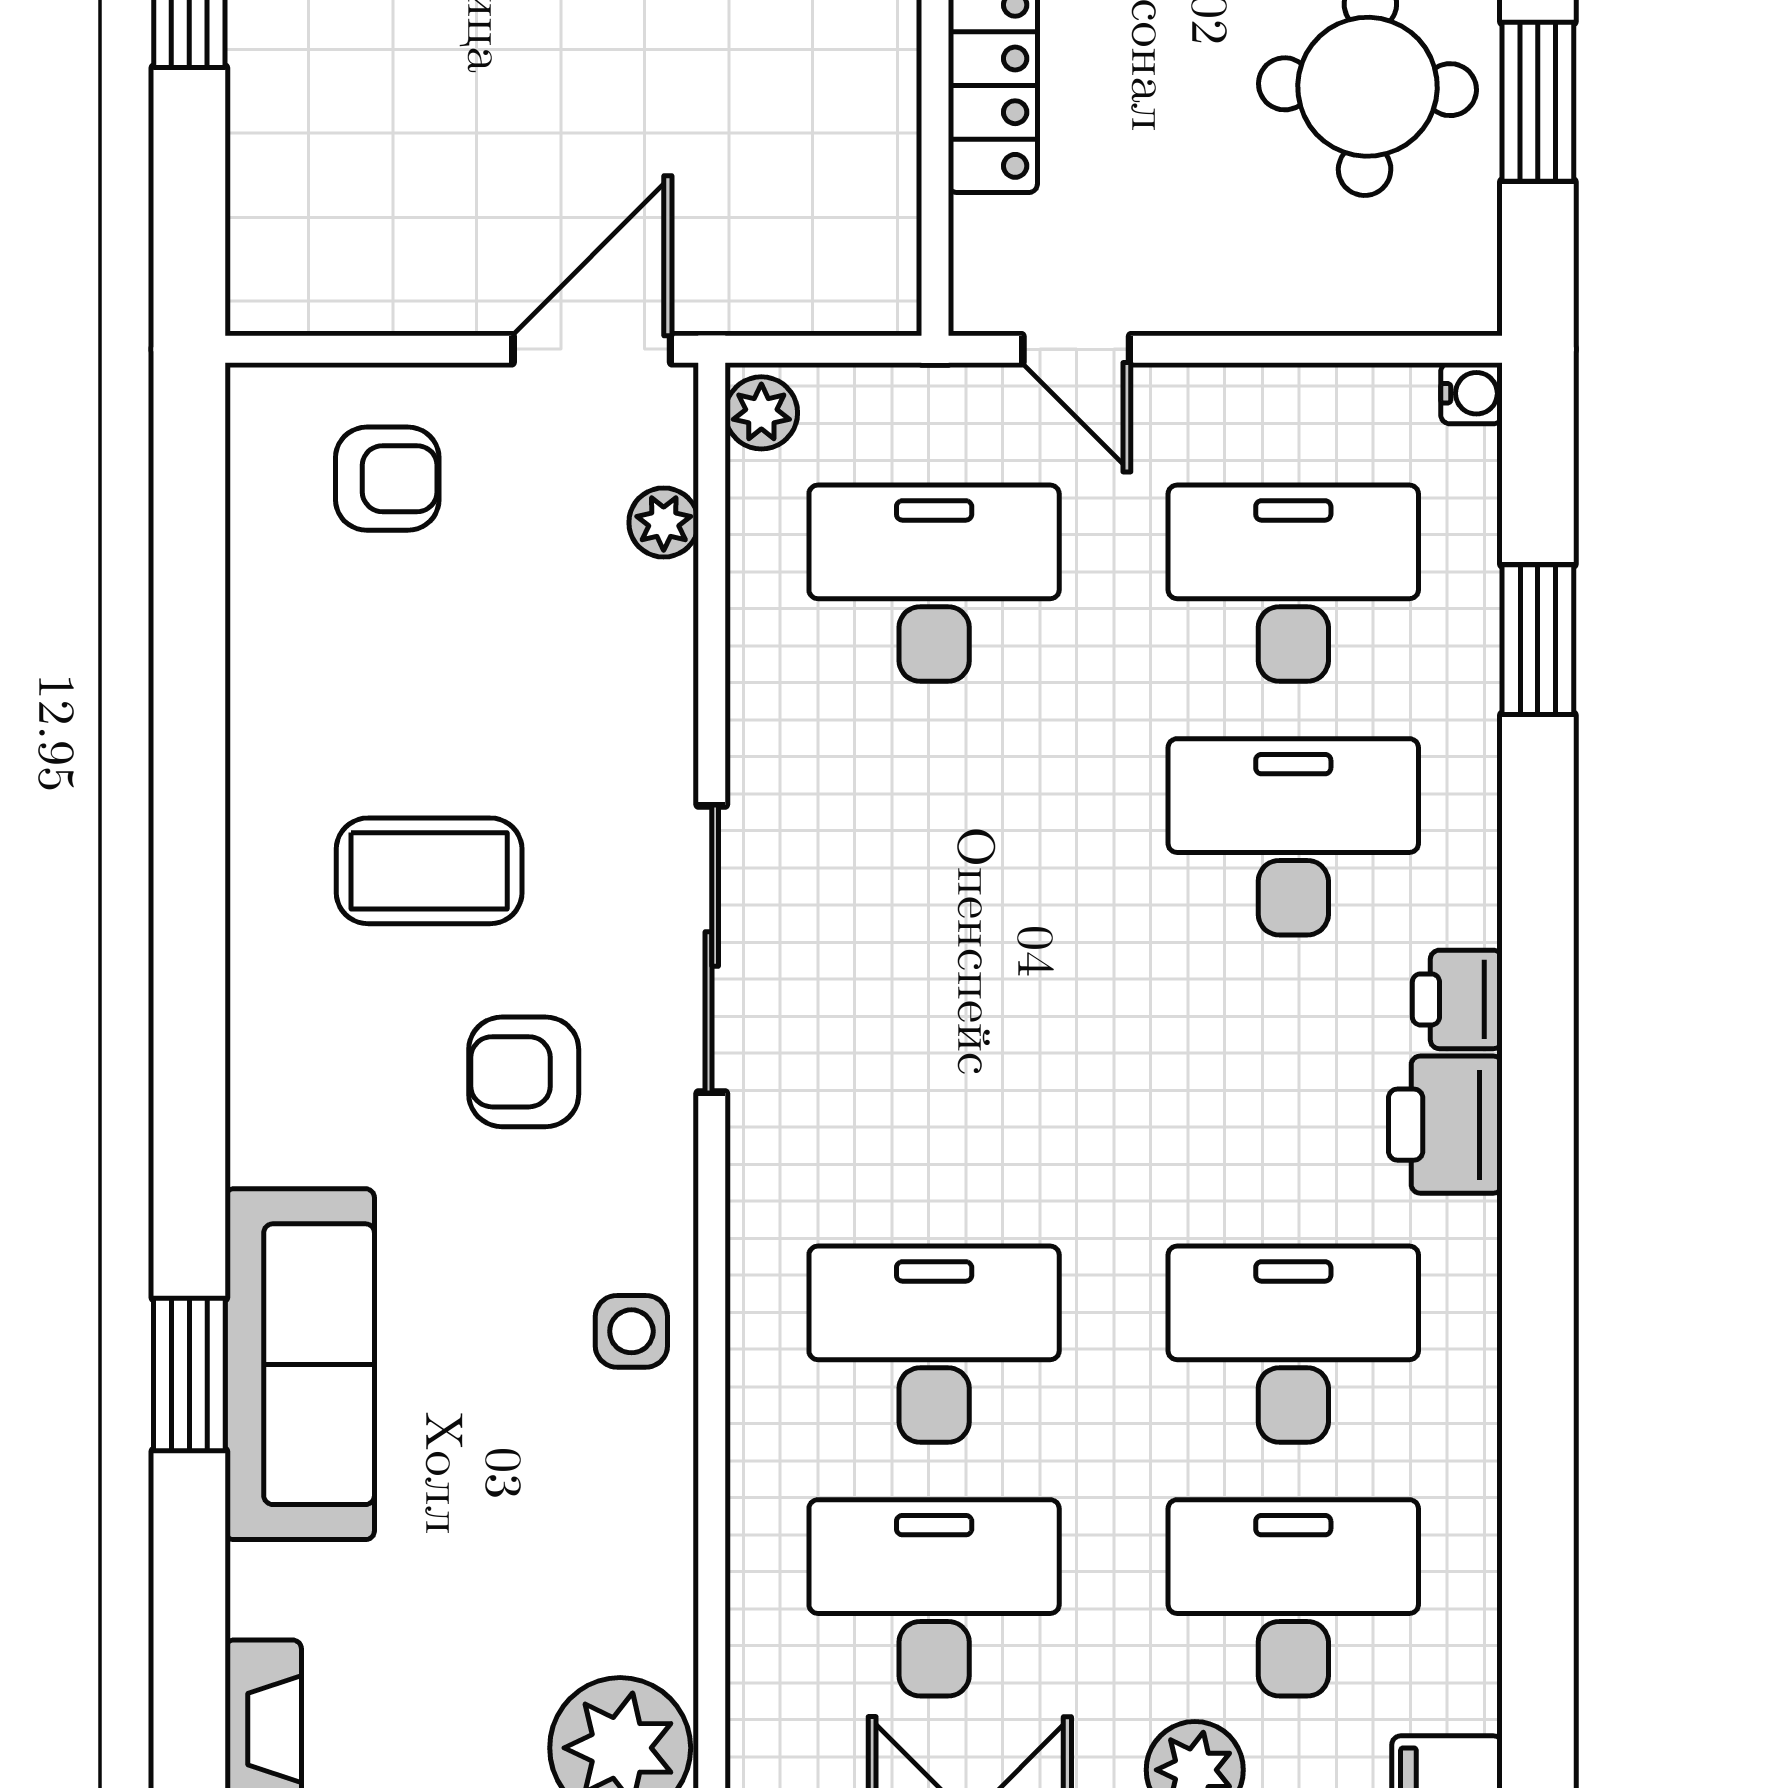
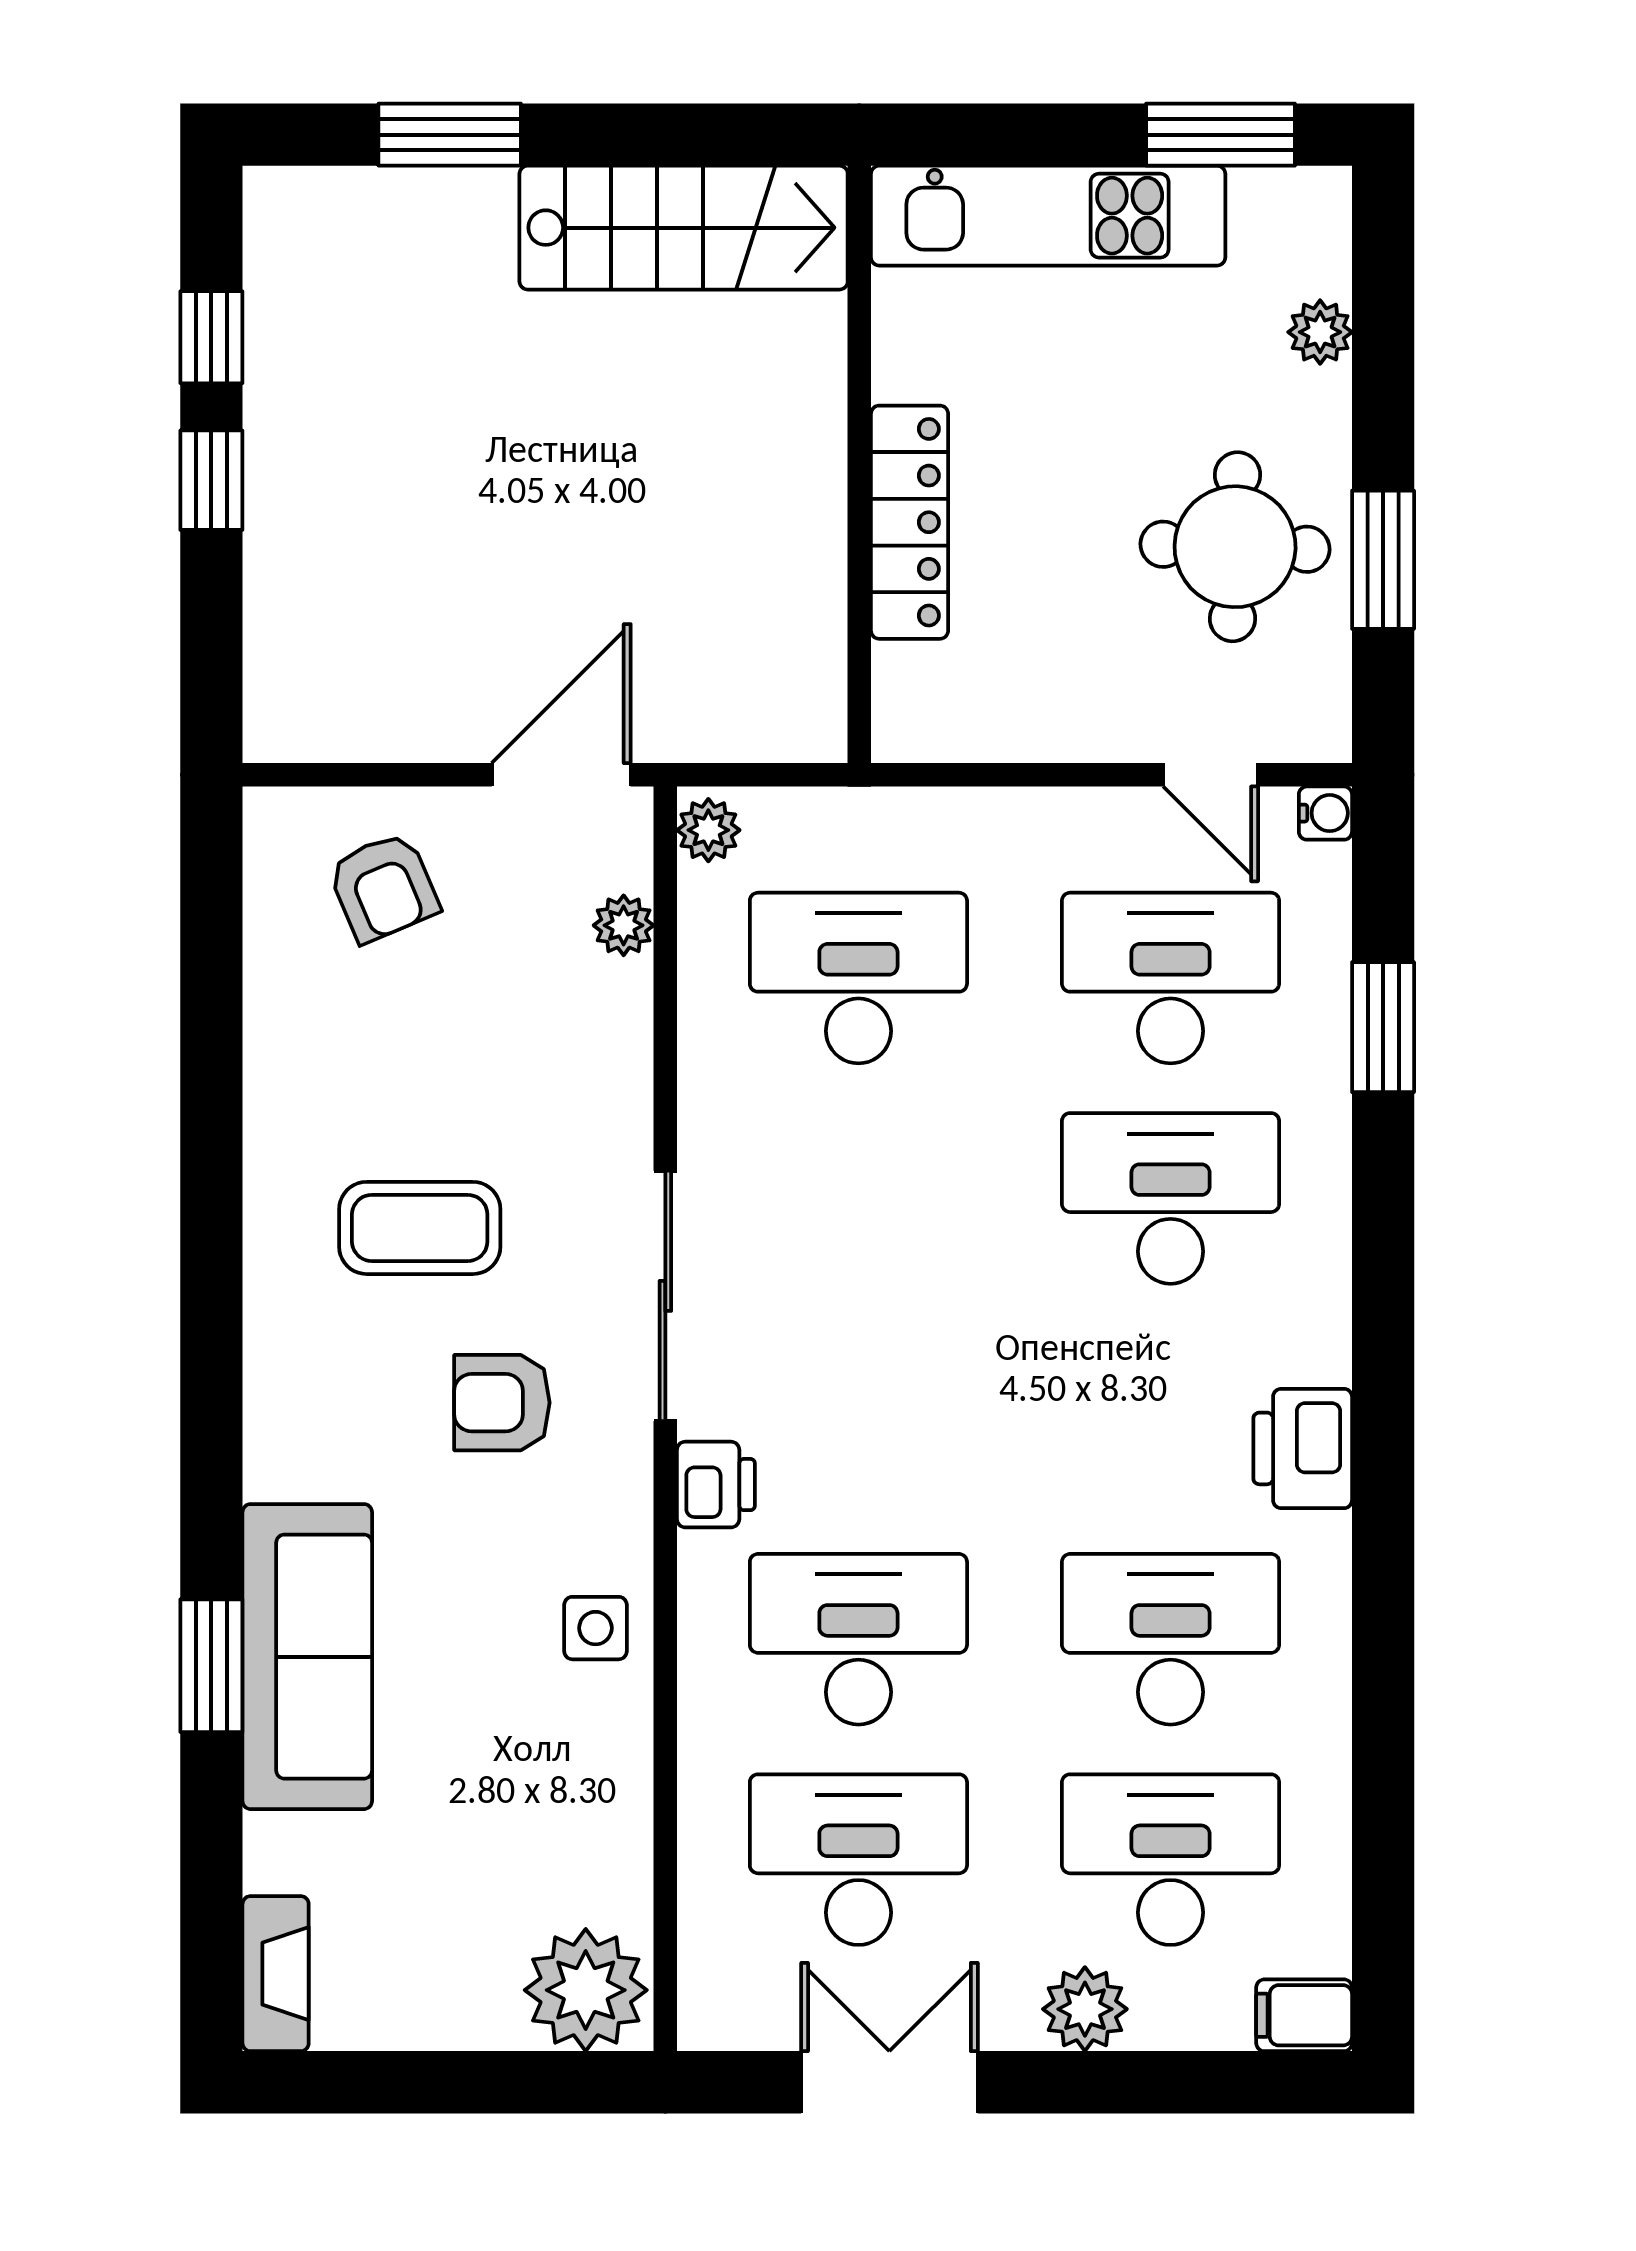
door: (1076, 349) -> (1211, 775), moved
armchair: (387, 479) -> (383, 887), turned 67
printer: (1457, 999) -> (716, 1485), moved, turned 180

